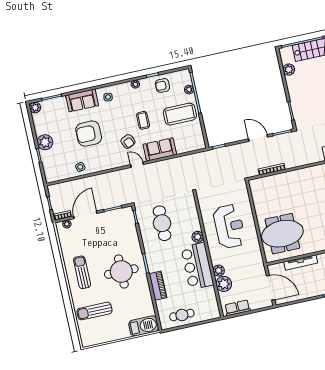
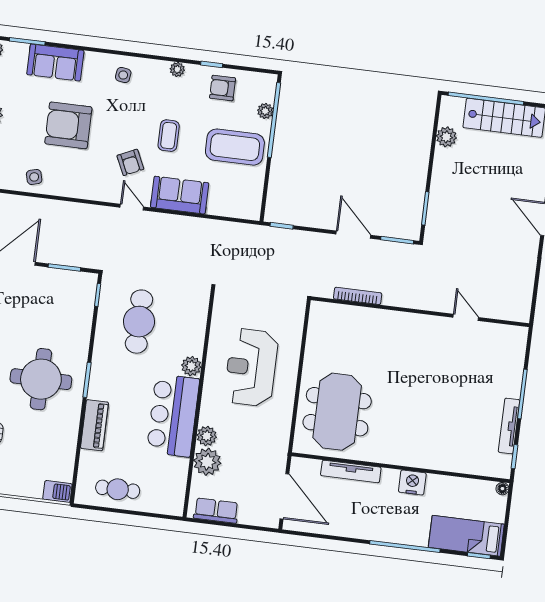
sofa: (82, 100) -> (55, 62), moved
reception desk: (229, 226) -> (251, 367), turned 180
meeting table: (282, 234) -> (337, 412), turned 90
barbecue: (144, 326) -> (57, 492), width x0.53, depth x0.65

